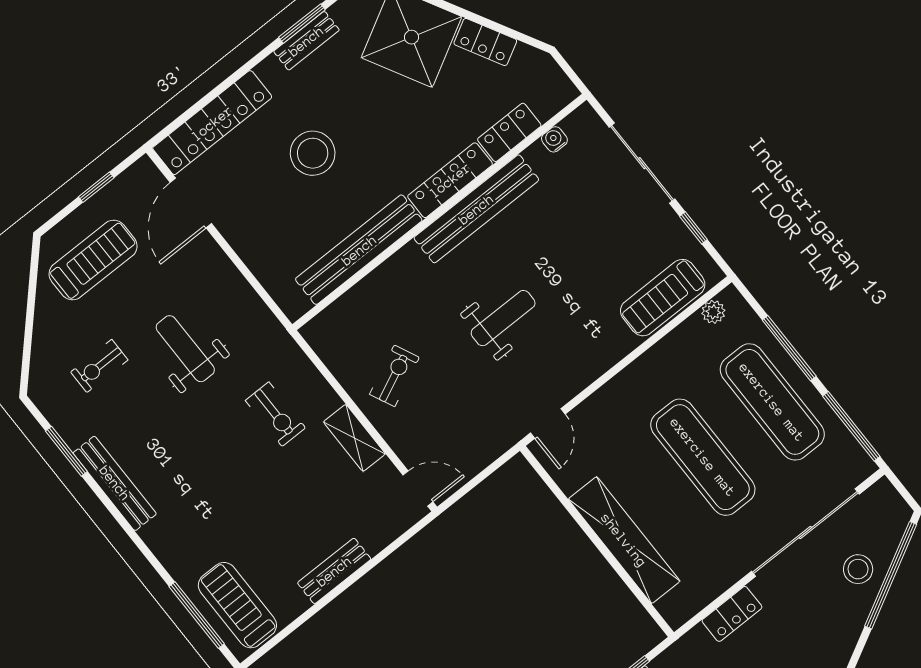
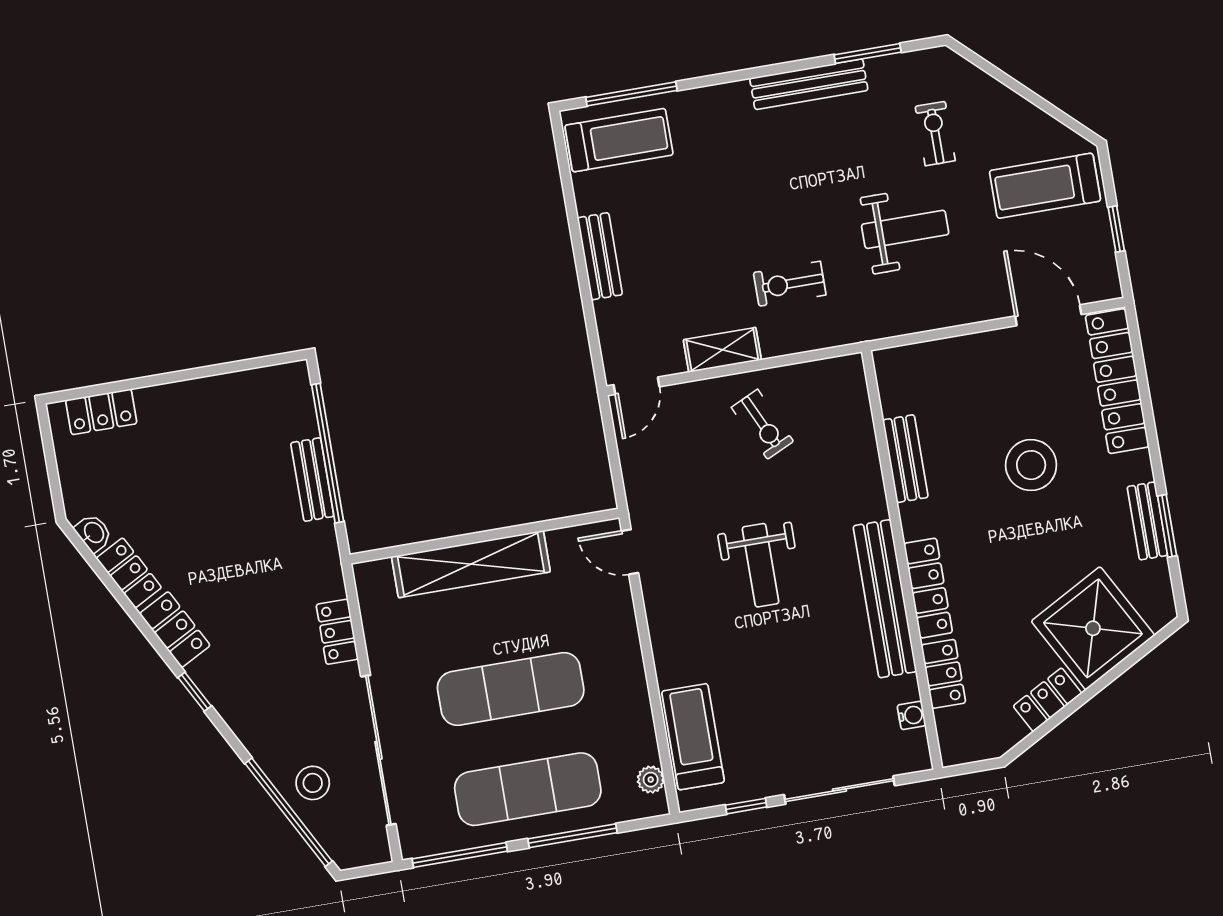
bench: (359, 250) -> (905, 459), width x0.54, depth x0.82
treadmill: (93, 260) -> (1045, 186), turned 90

